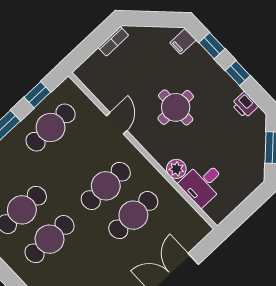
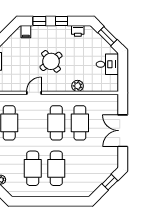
round table: (176, 107) -> (51, 61), turned -38
door: (117, 123) -> (34, 93), hinge flipped
desk: (203, 183) -> (107, 64), moved, turned -90

